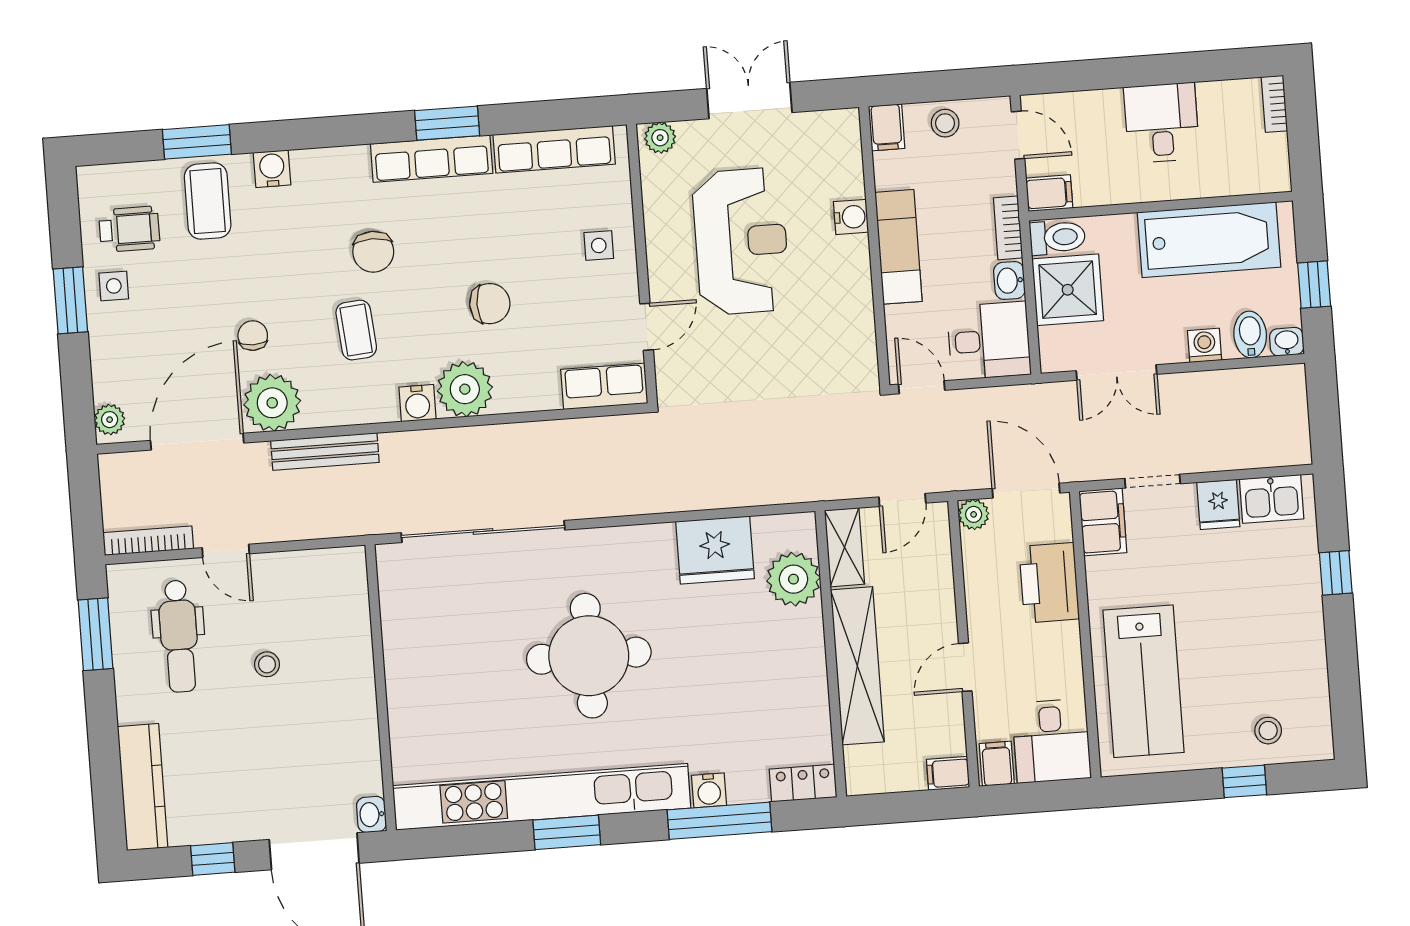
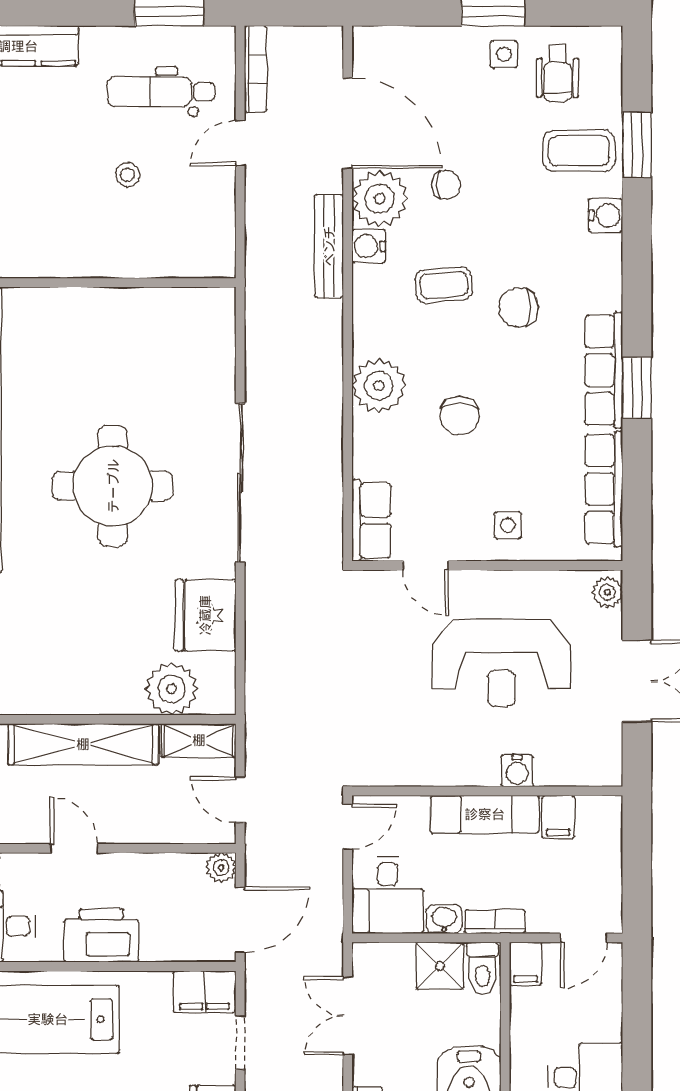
stool: (945, 123) -> (601, 868), removed
filing cabinet: (887, 127) -> (558, 817), moved, turned -90
shower: (1068, 290) -> (440, 966), width x0.73, depth x0.73
water cooler: (417, 403) -> (369, 246), moved
plant: (110, 420) -> (375, 41), removed
sliding door: (483, 531) -> (240, 483), moved
printer: (1049, 583) -> (101, 935), moved

